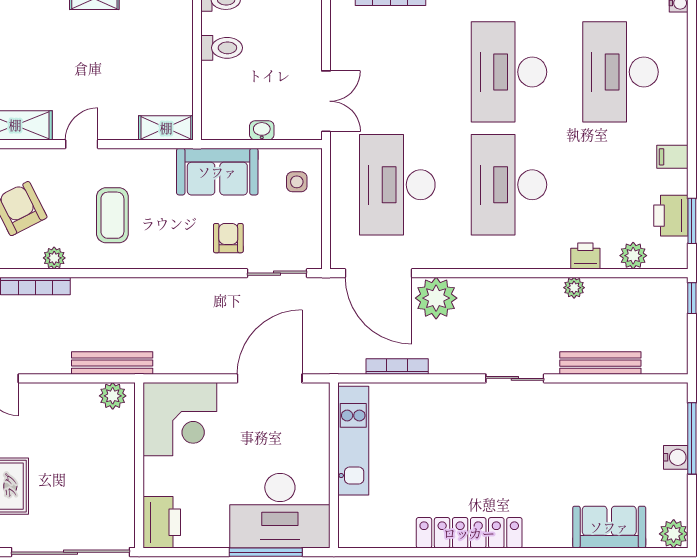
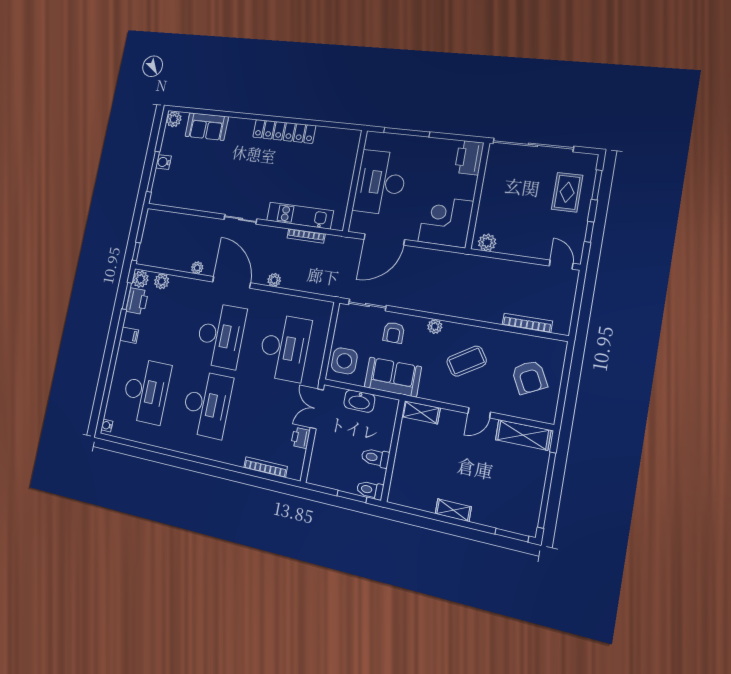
washbasin: (262, 130) -> (359, 401), width x1.91, depth x1.45
side table: (297, 182) -> (344, 361), width x1.87, depth x1.87
coffee table: (112, 215) -> (467, 361), turned 57
plant: (673, 253) -> (140, 279), added
printer: (585, 256) -> (301, 438), moved, turned 90
plant: (54, 258) -> (435, 326), moved
door: (379, 273) -> (232, 282), moved
plant: (436, 298) -> (274, 280), width x0.53, depth x0.53
bench: (112, 363) -> (484, 264), removed
bench: (600, 363) -> (192, 221), removed
kitchen unit: (353, 441) -> (300, 216), moved, turned 90
desk: (280, 511) -> (380, 182), moved, turned -90

